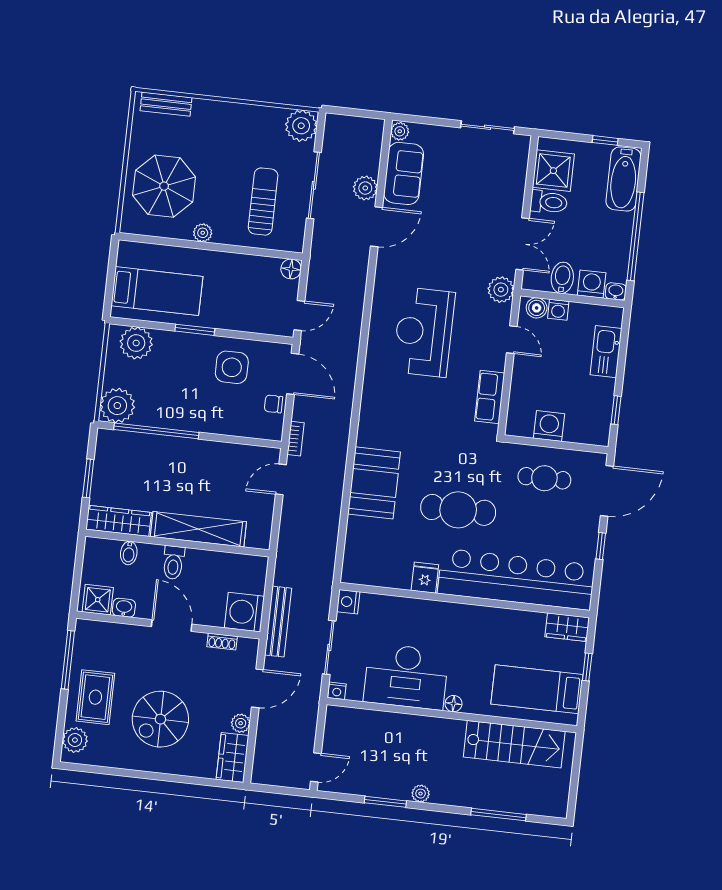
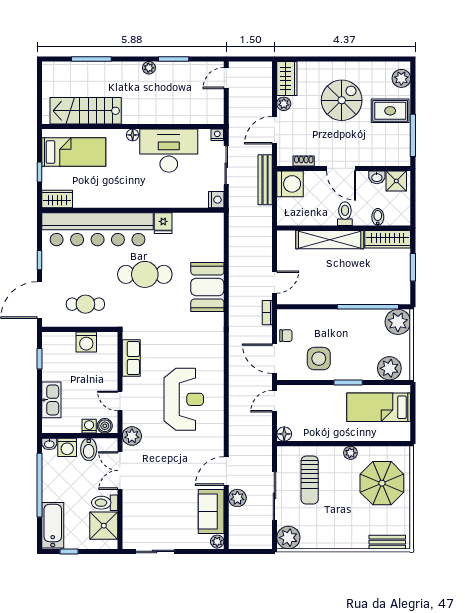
rug: (95, 697) -> (390, 111), turned 90

